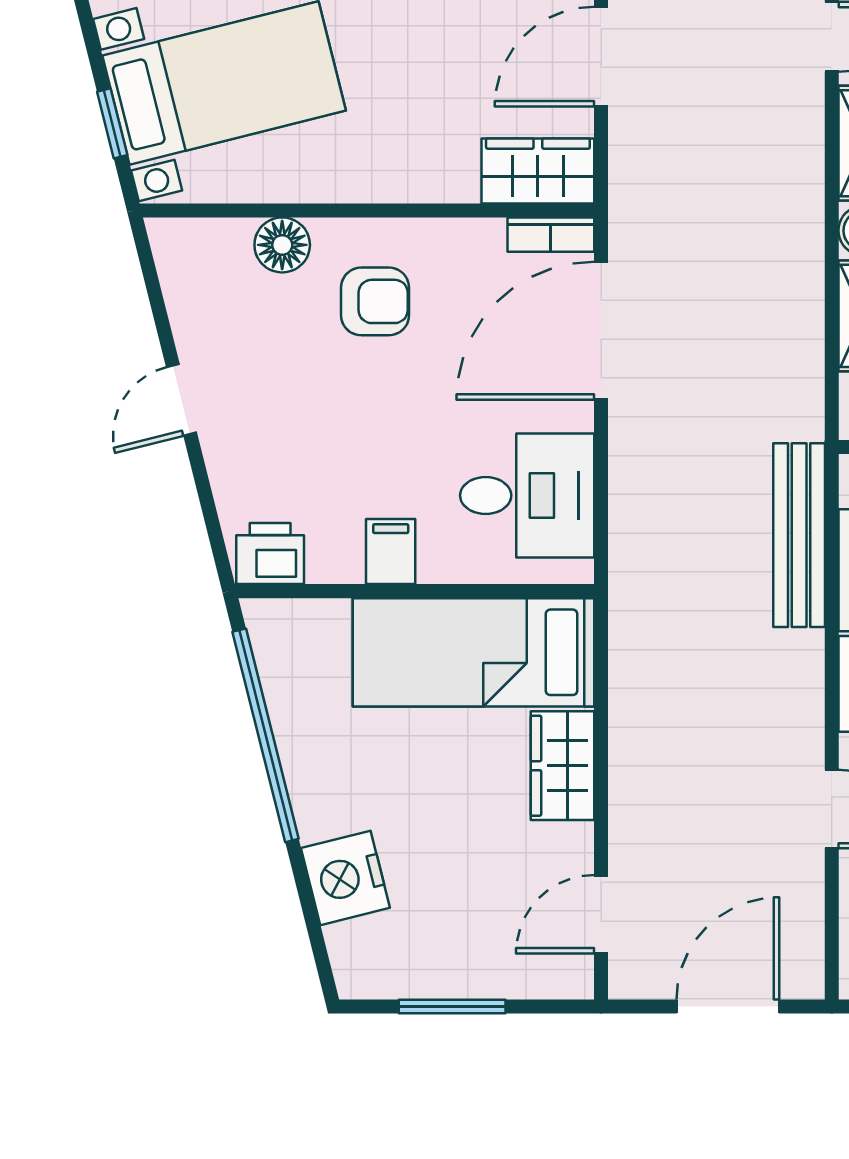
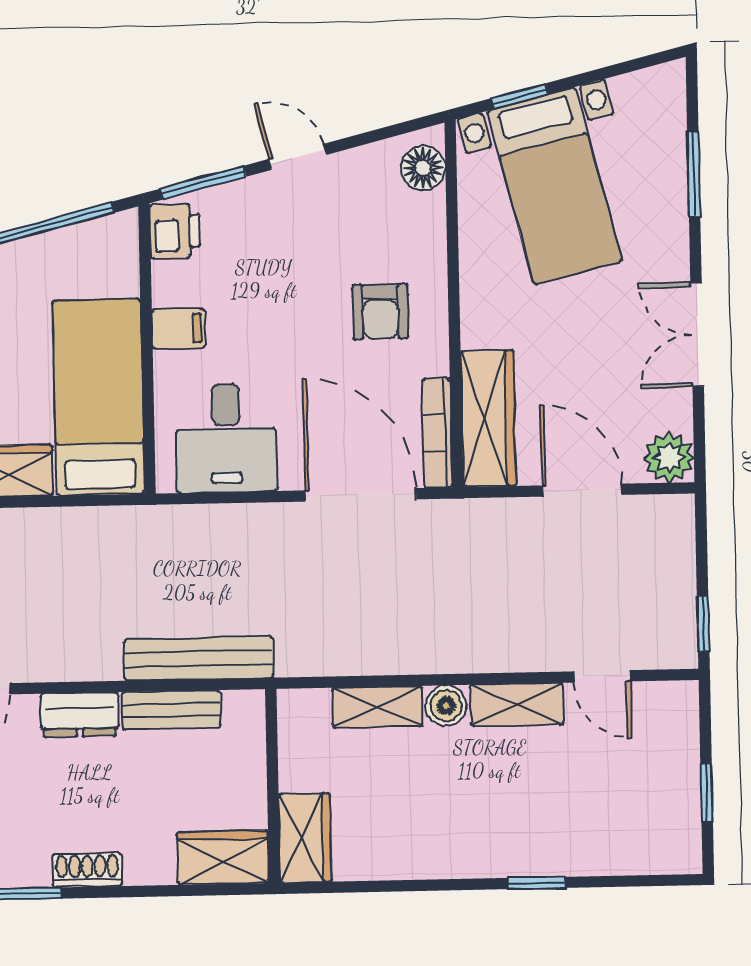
wardrobe: (538, 171) -> (488, 418), width x1.50
bookcase: (551, 235) -> (437, 433), width x1.56
floor lamp: (282, 245) -> (423, 168), moved
window: (211, 517) -> (203, 183), added

